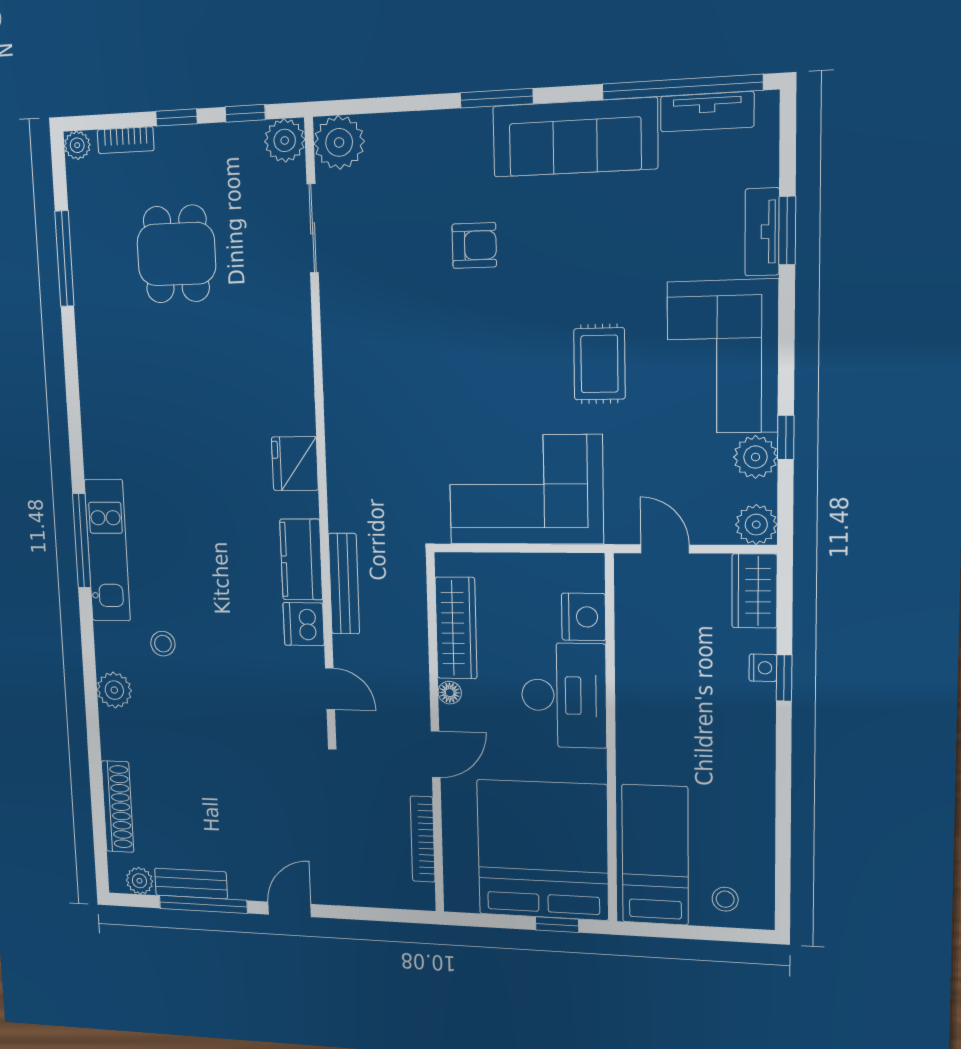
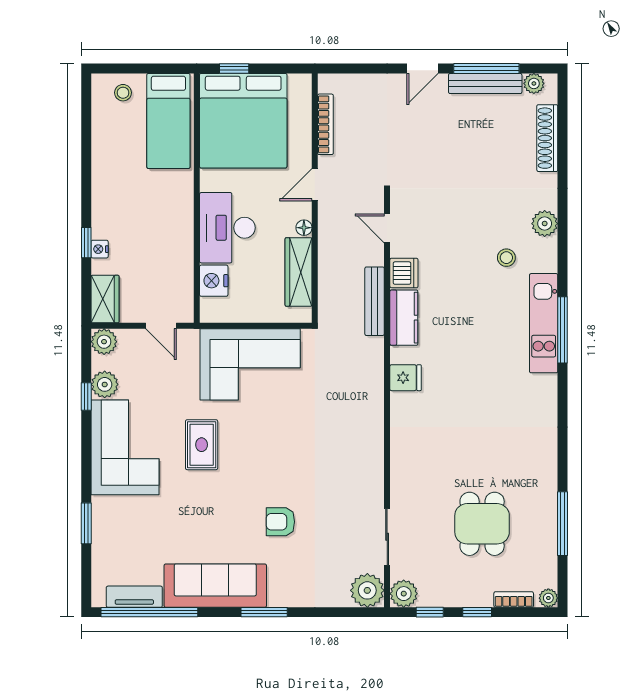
tv unit: (762, 232) -> (101, 523), removed
fridge: (295, 464) -> (406, 378), width x0.72
bench: (191, 884) -> (485, 84), width x1.36

